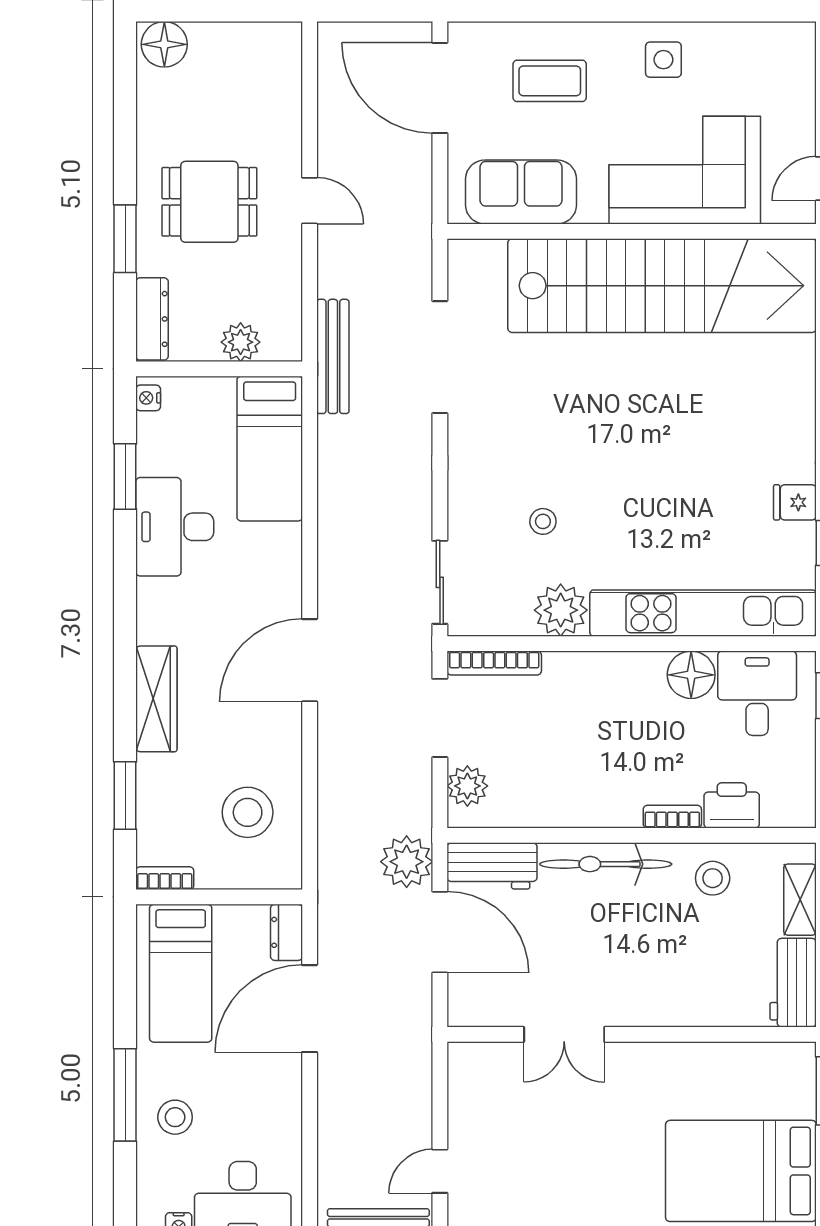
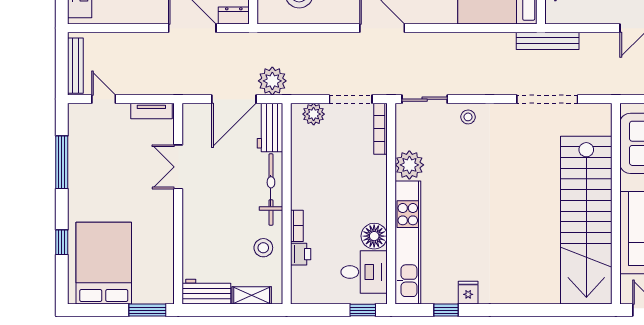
stool: (543, 521) -> (468, 117), moved
printer: (732, 805) -> (301, 254), width x0.73, depth x0.81
tv unit: (462, 1083) -> (151, 111), added

